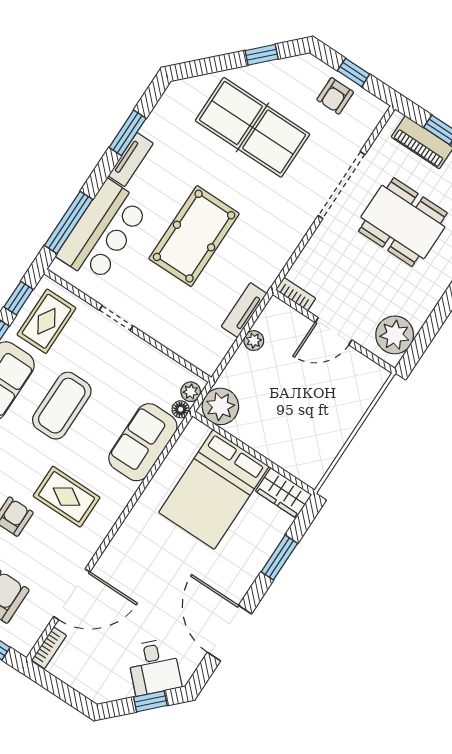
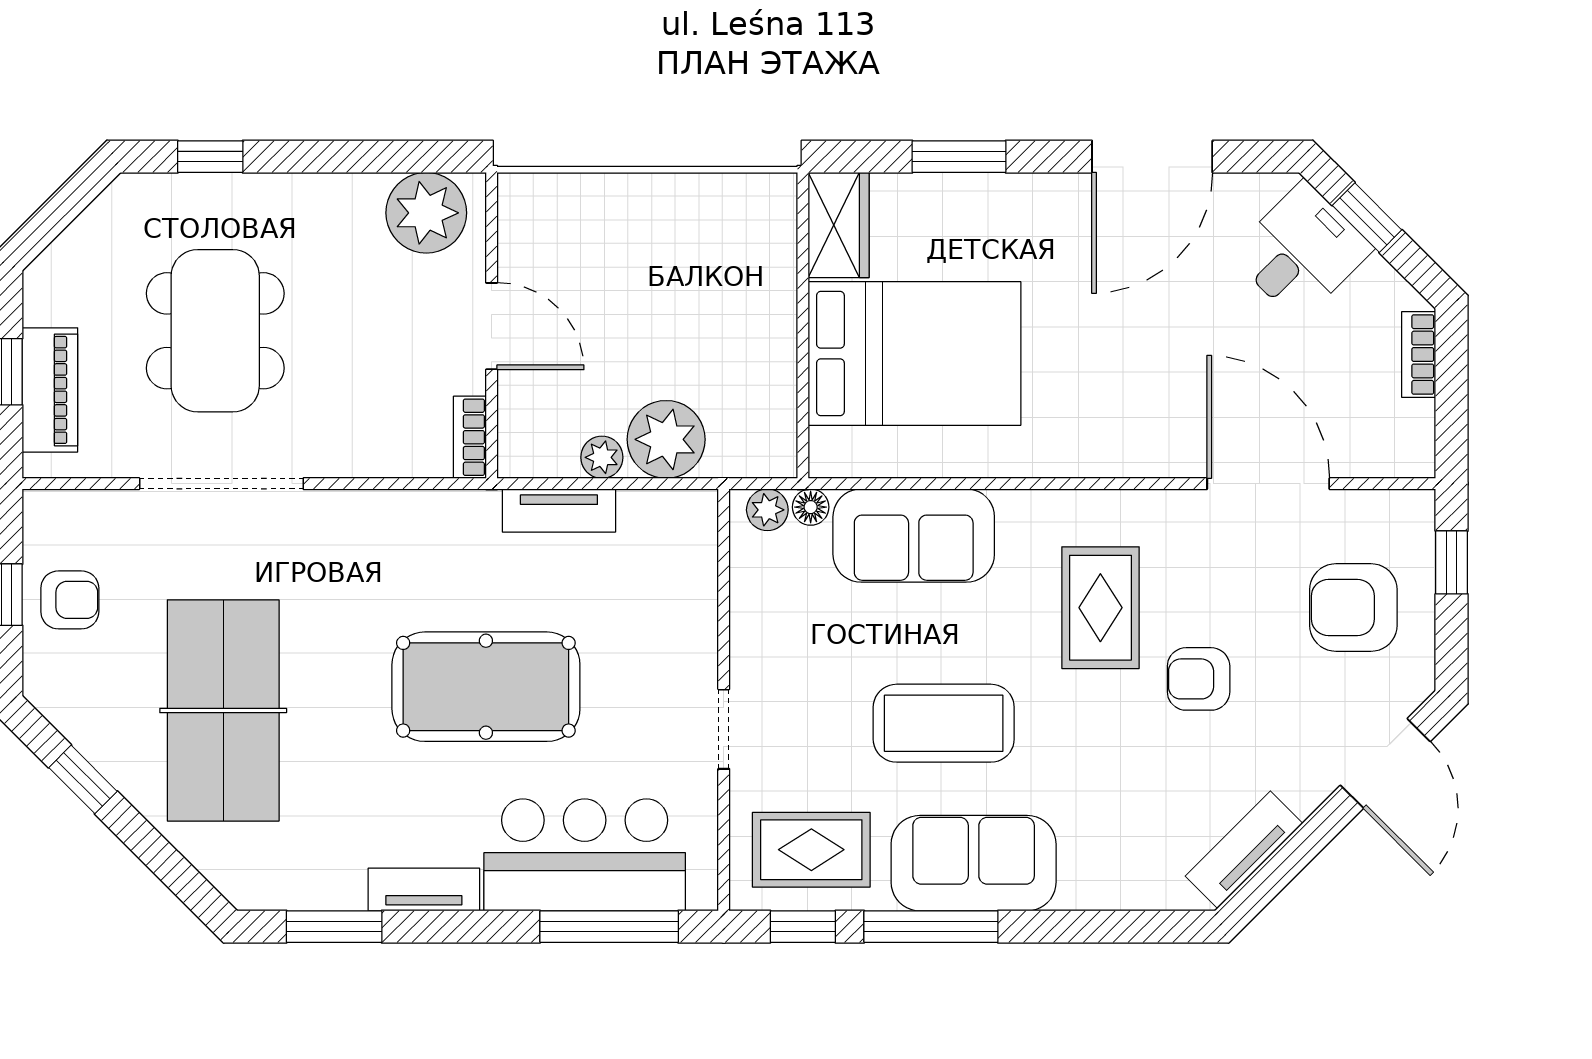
window: (128, 133) -> (334, 927), moved
plant: (220, 406) -> (666, 439), moved
bookcase: (49, 648) -> (1419, 354), moved, turned -90

